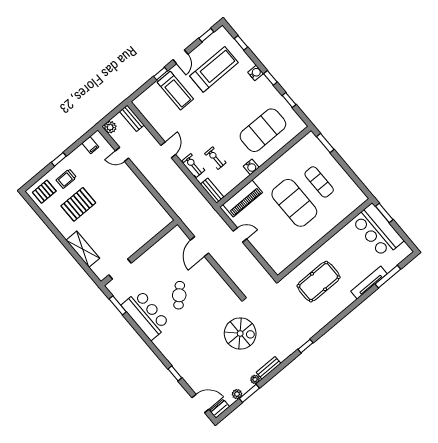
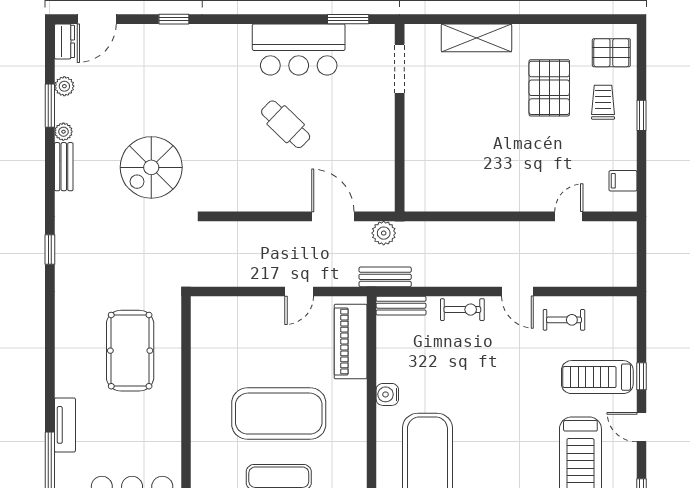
bench: (132, 118) -> (385, 277), moved
plant: (110, 127) -> (384, 233), moved
exercise bike: (215, 158) -> (564, 320), moved
pallet: (44, 192) -> (611, 53), turned 90
tv unit: (369, 283) -> (65, 425), width x0.71

